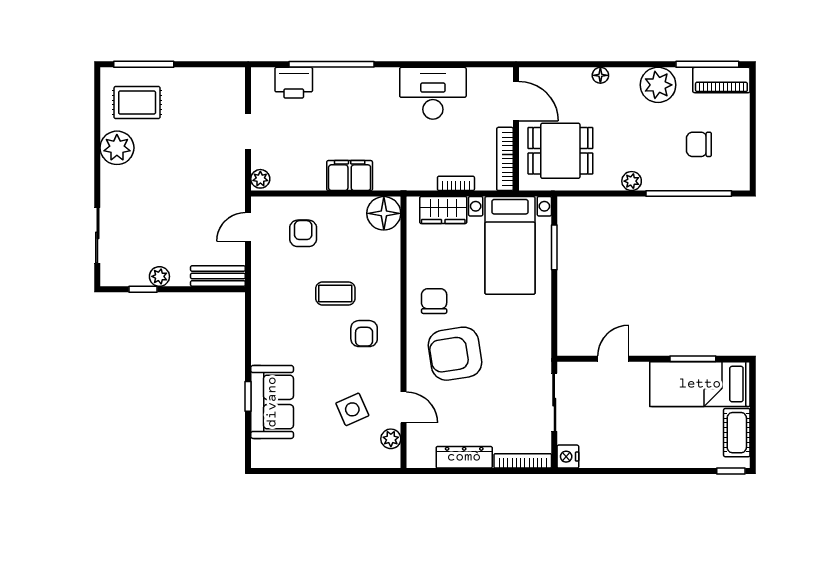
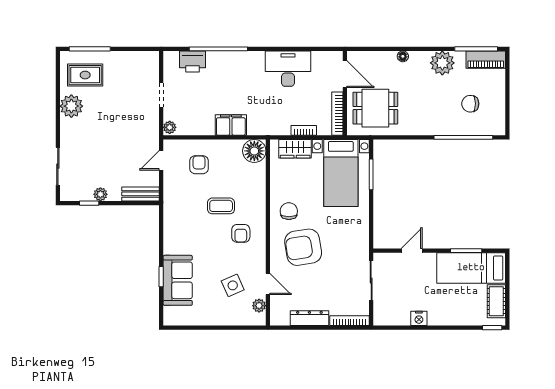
plant: (632, 181) -> (424, 129), removed
nightstand: (568, 457) -> (419, 318), moved, turned -90

